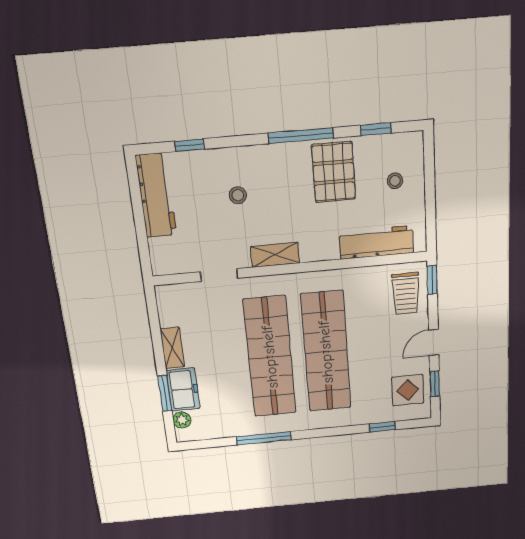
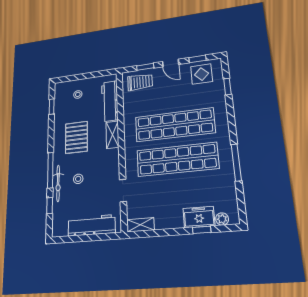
window: (301, 136) -> (50, 170), moved
bicycle: (229, 158) -> (58, 183), added
pallet: (334, 172) -> (76, 137), moved, turned 90
workbench: (156, 195) -> (91, 225), moved
shelving: (275, 255) -> (112, 135), moved
window: (432, 280) -> (145, 67), moved
shelving: (172, 348) -> (140, 225), moved
window: (165, 393) -> (202, 230), width x0.67

